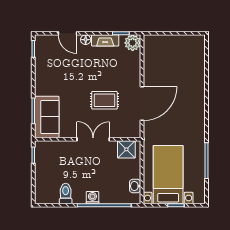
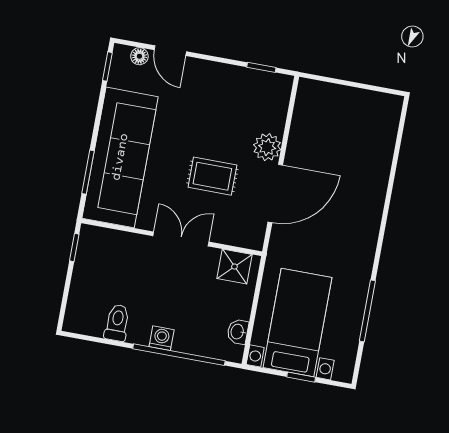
floor lamp: (86, 40) -> (139, 56), moved
fireplace: (105, 40) -> (232, 75), removed
plant: (133, 43) -> (267, 147), moved
sofa: (47, 117) -> (120, 157), width x1.85, depth x1.27

